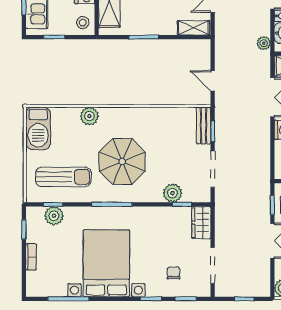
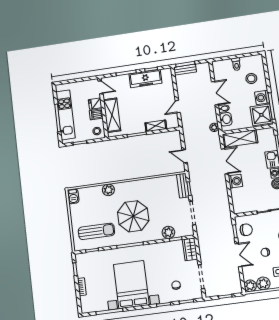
shelving: (194, 28) -> (156, 126), moved
barbecue: (38, 128) -> (73, 196), width x0.53, depth x0.65
plant: (54, 216) -> (93, 258), removed

